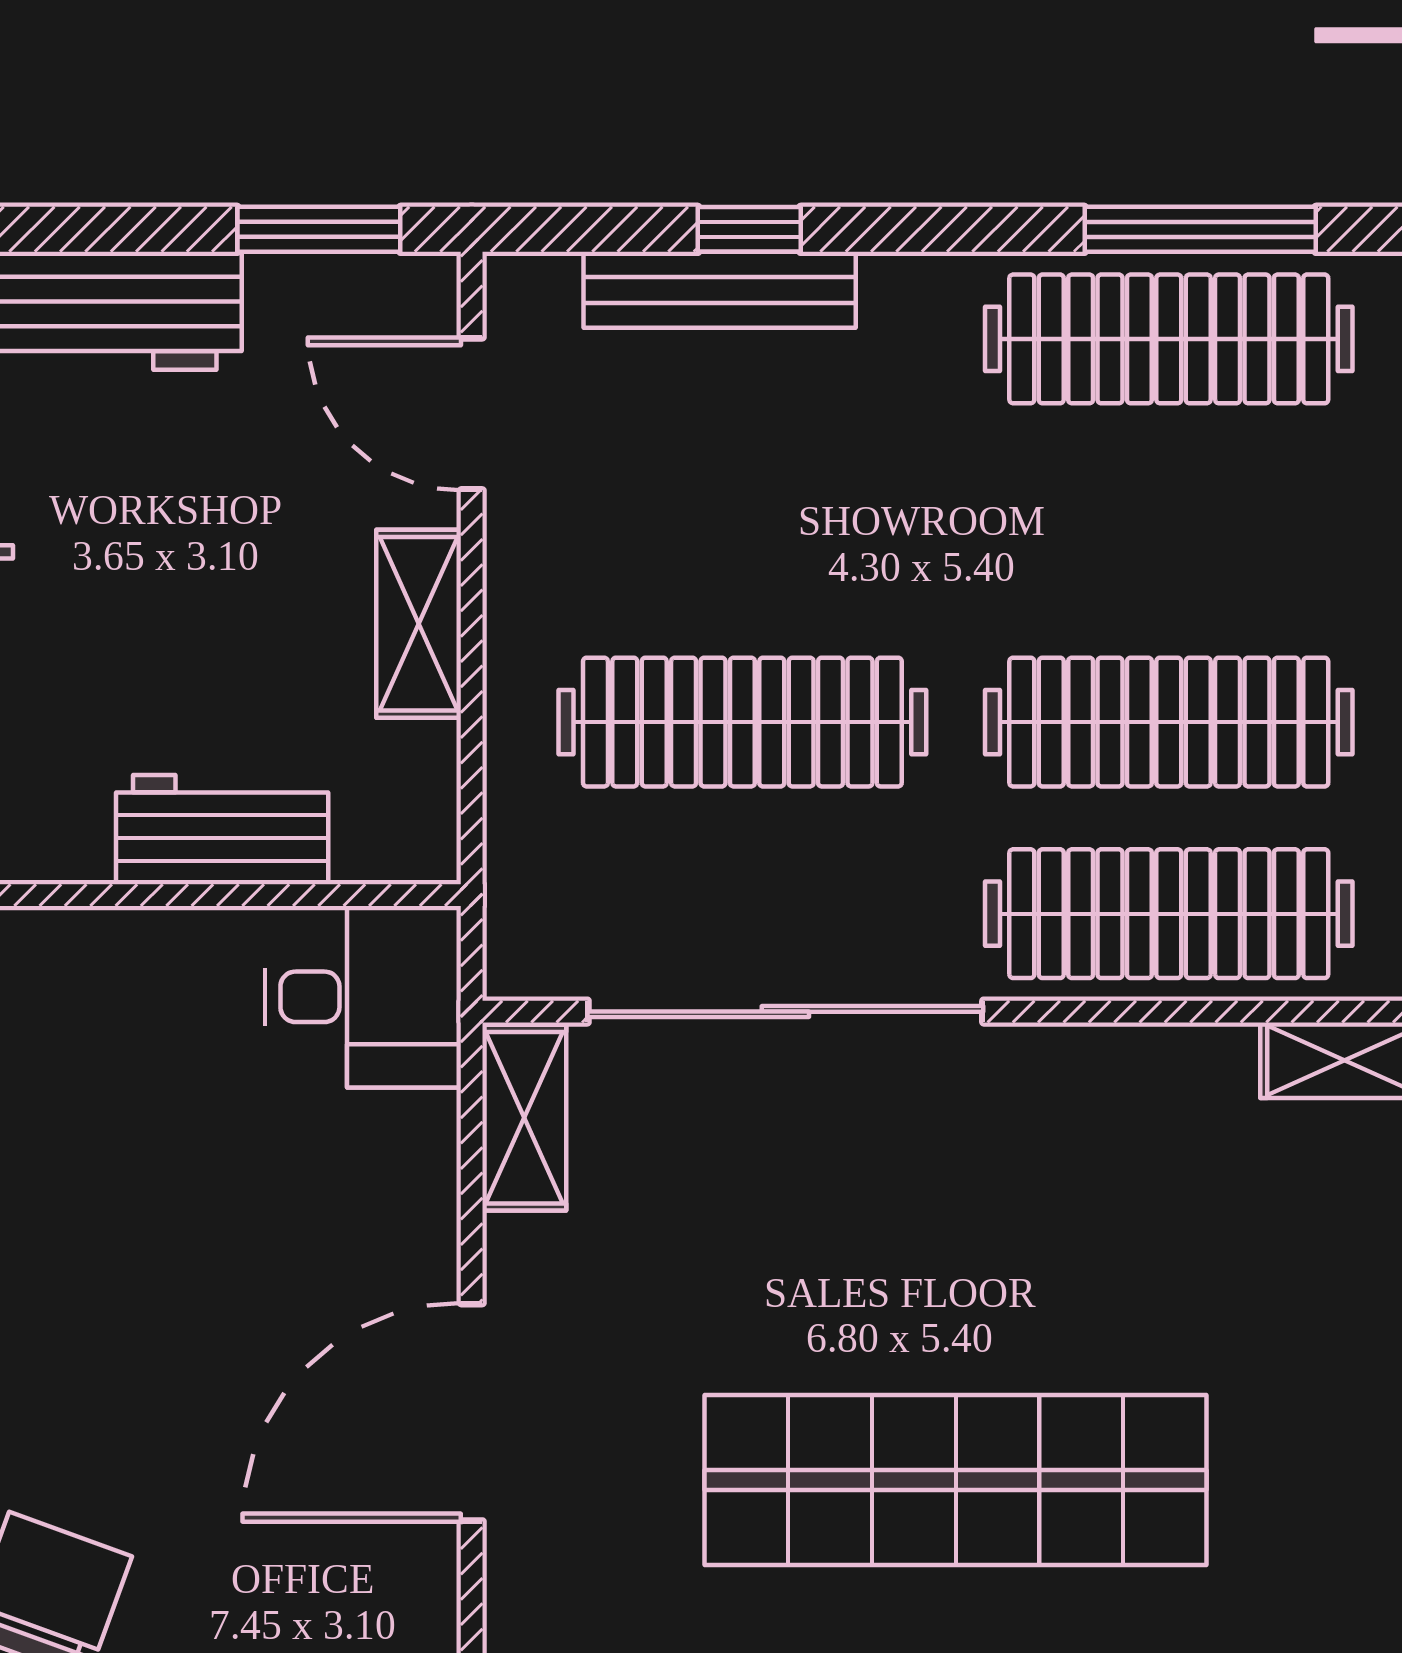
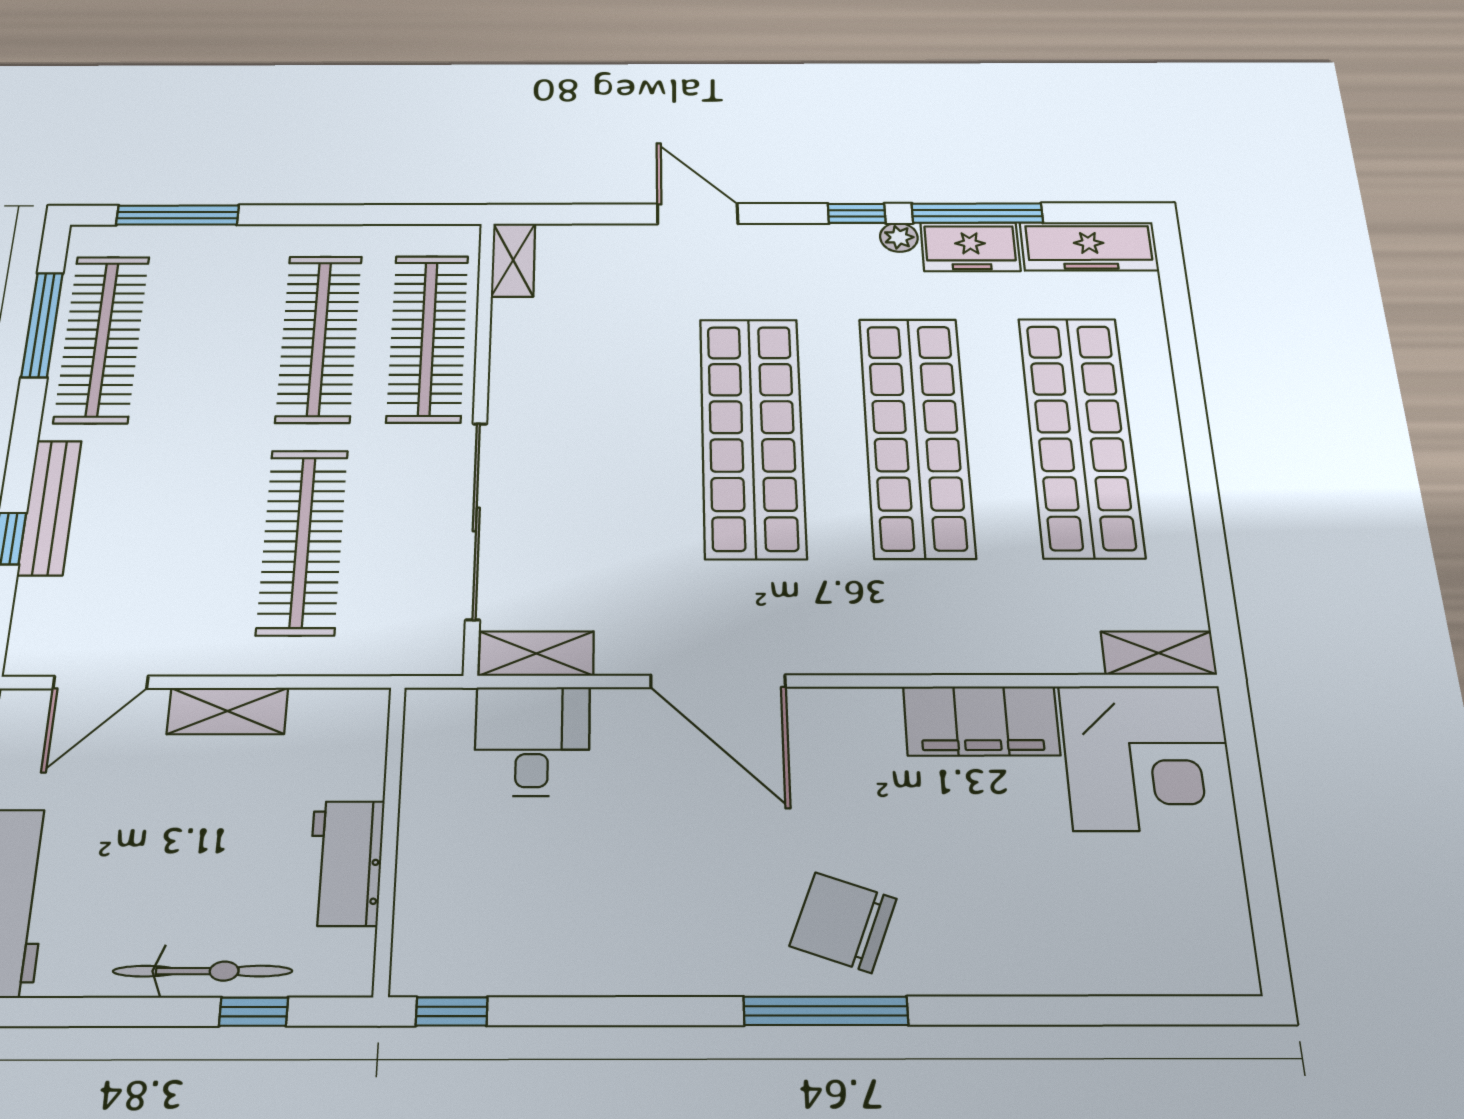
bench: (720, 290) -> (50, 507), moved
workbench: (222, 830) -> (346, 863), moved
desk: (363, 997) -> (532, 741), moved

